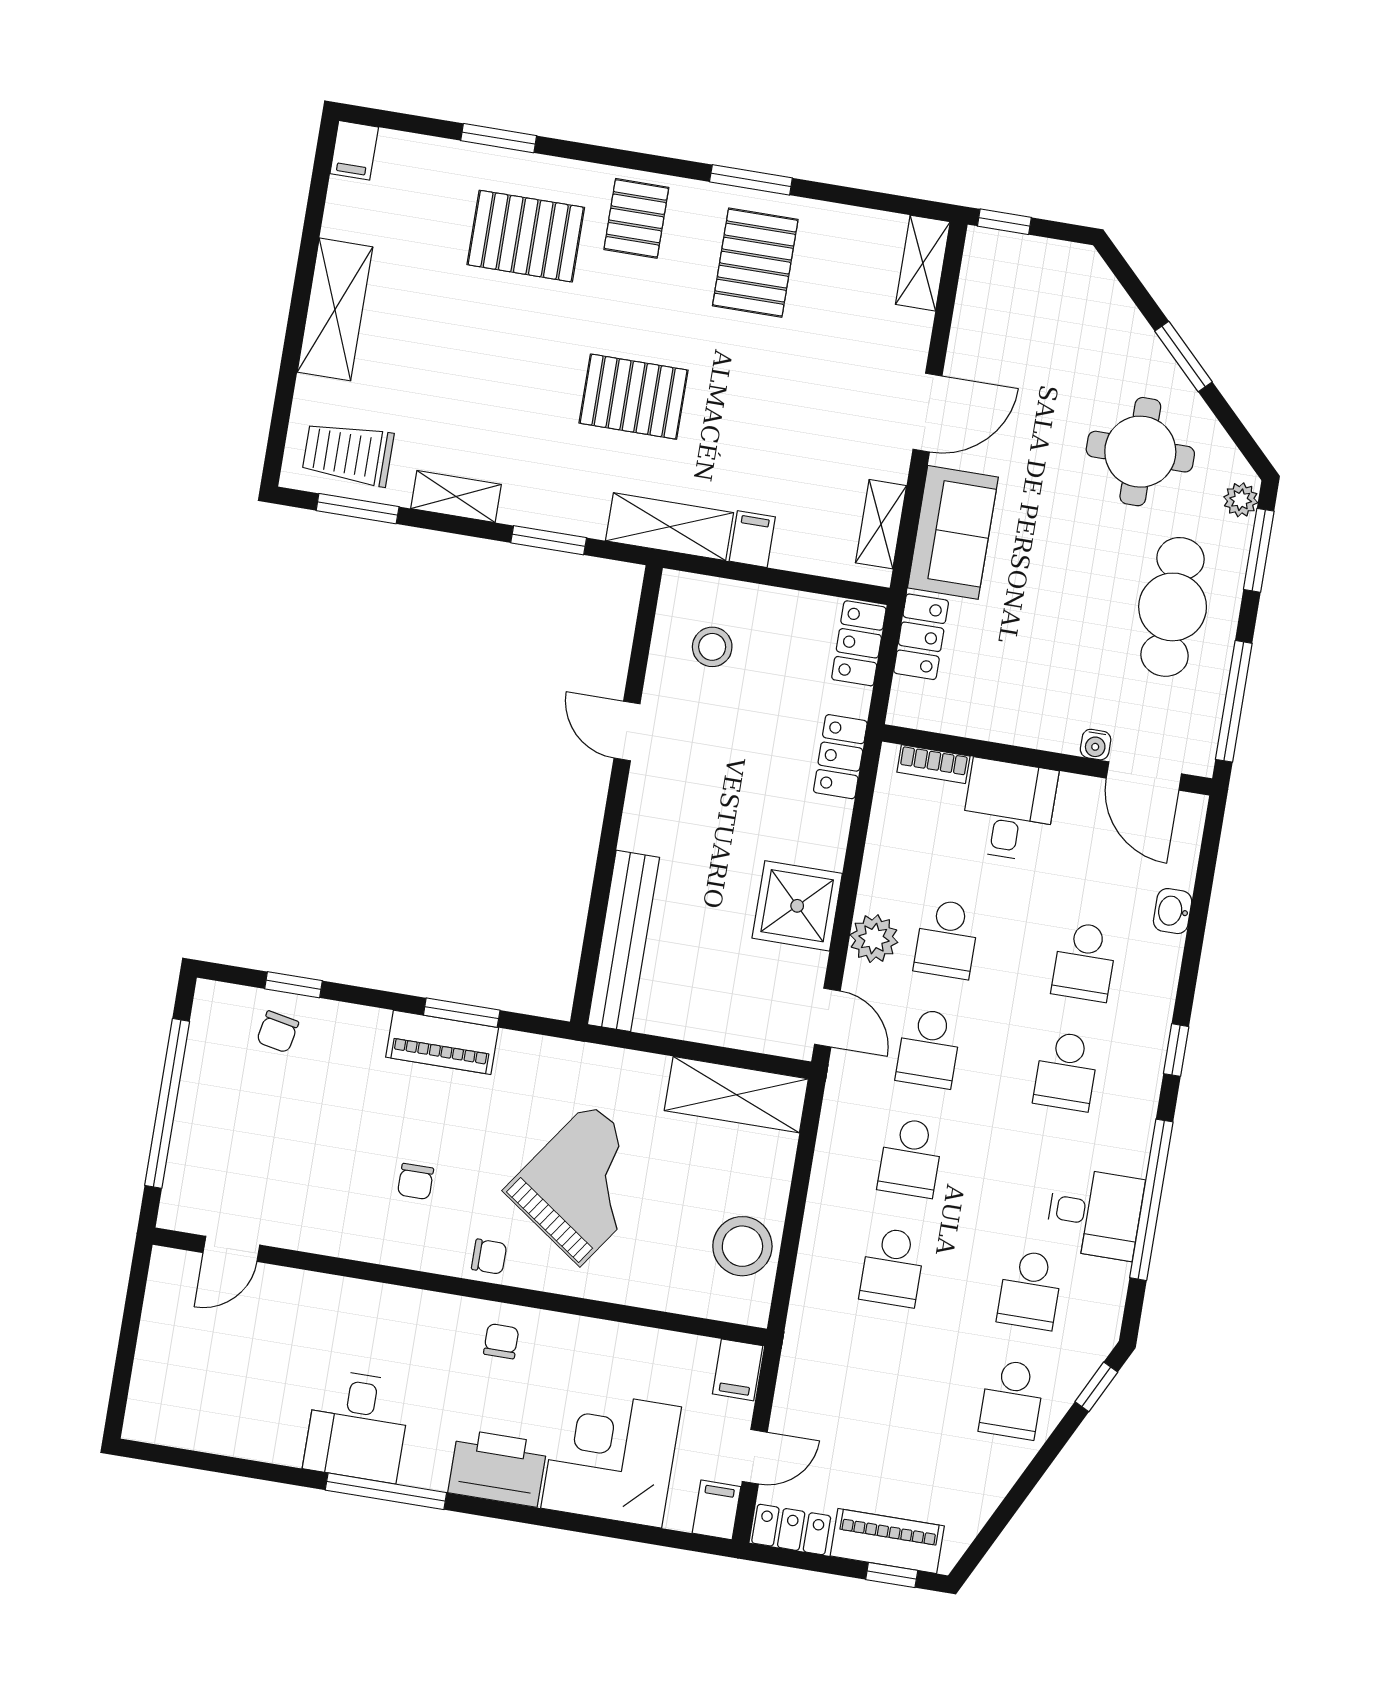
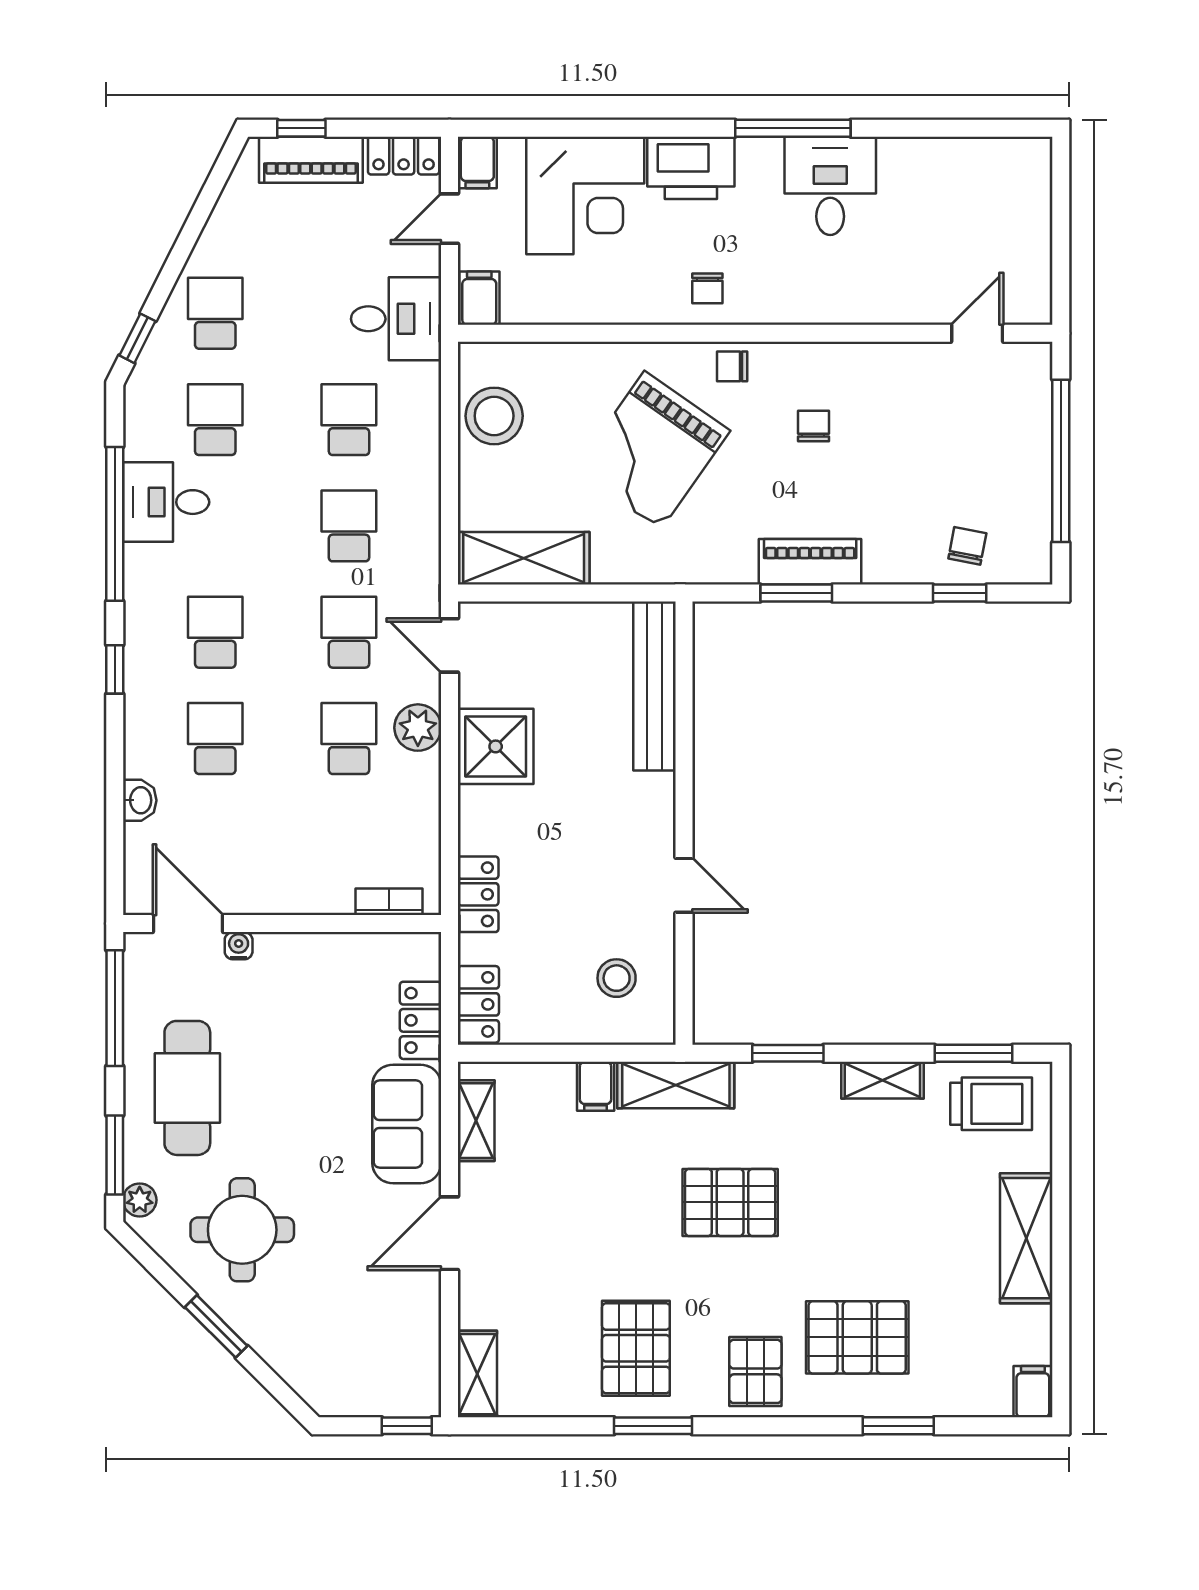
desk: (1009, 810) -> (396, 319), moved, turned -90

